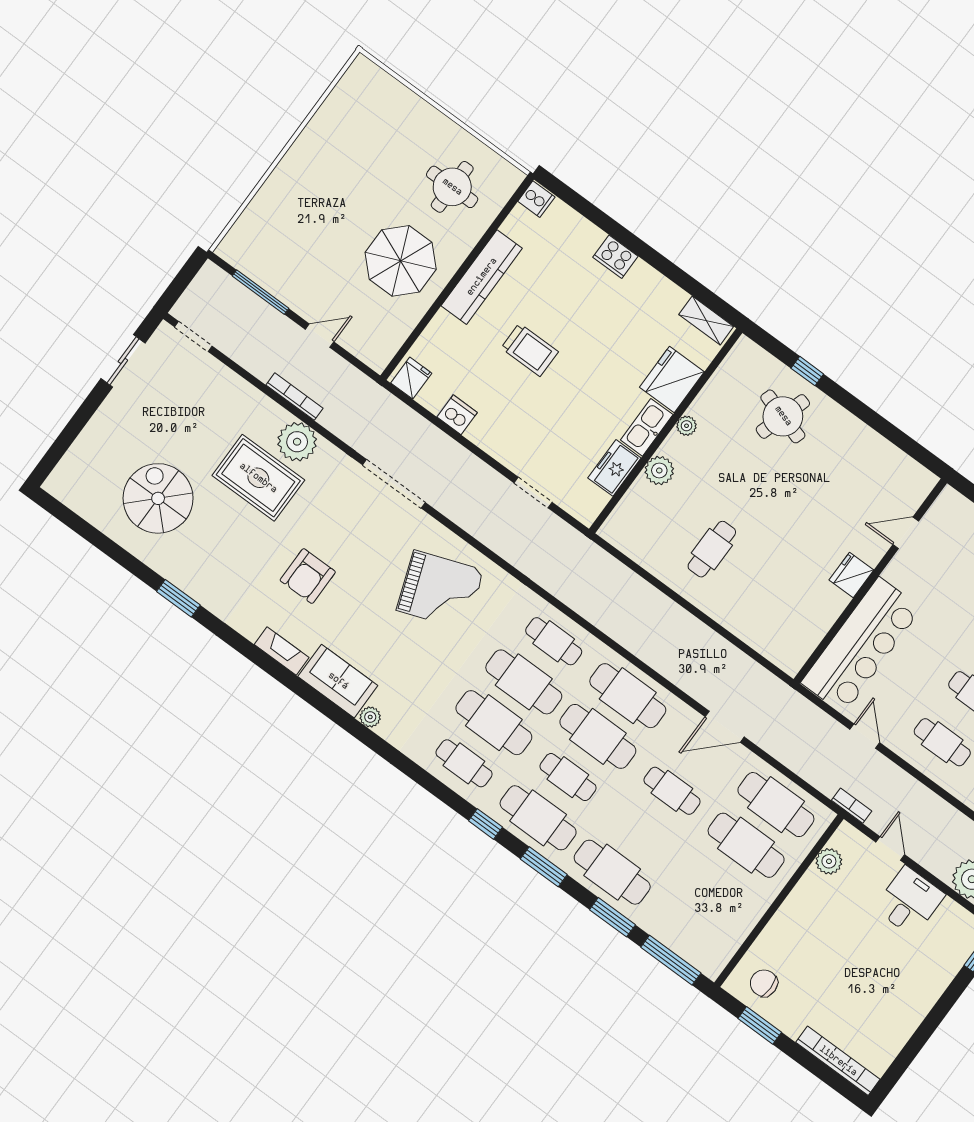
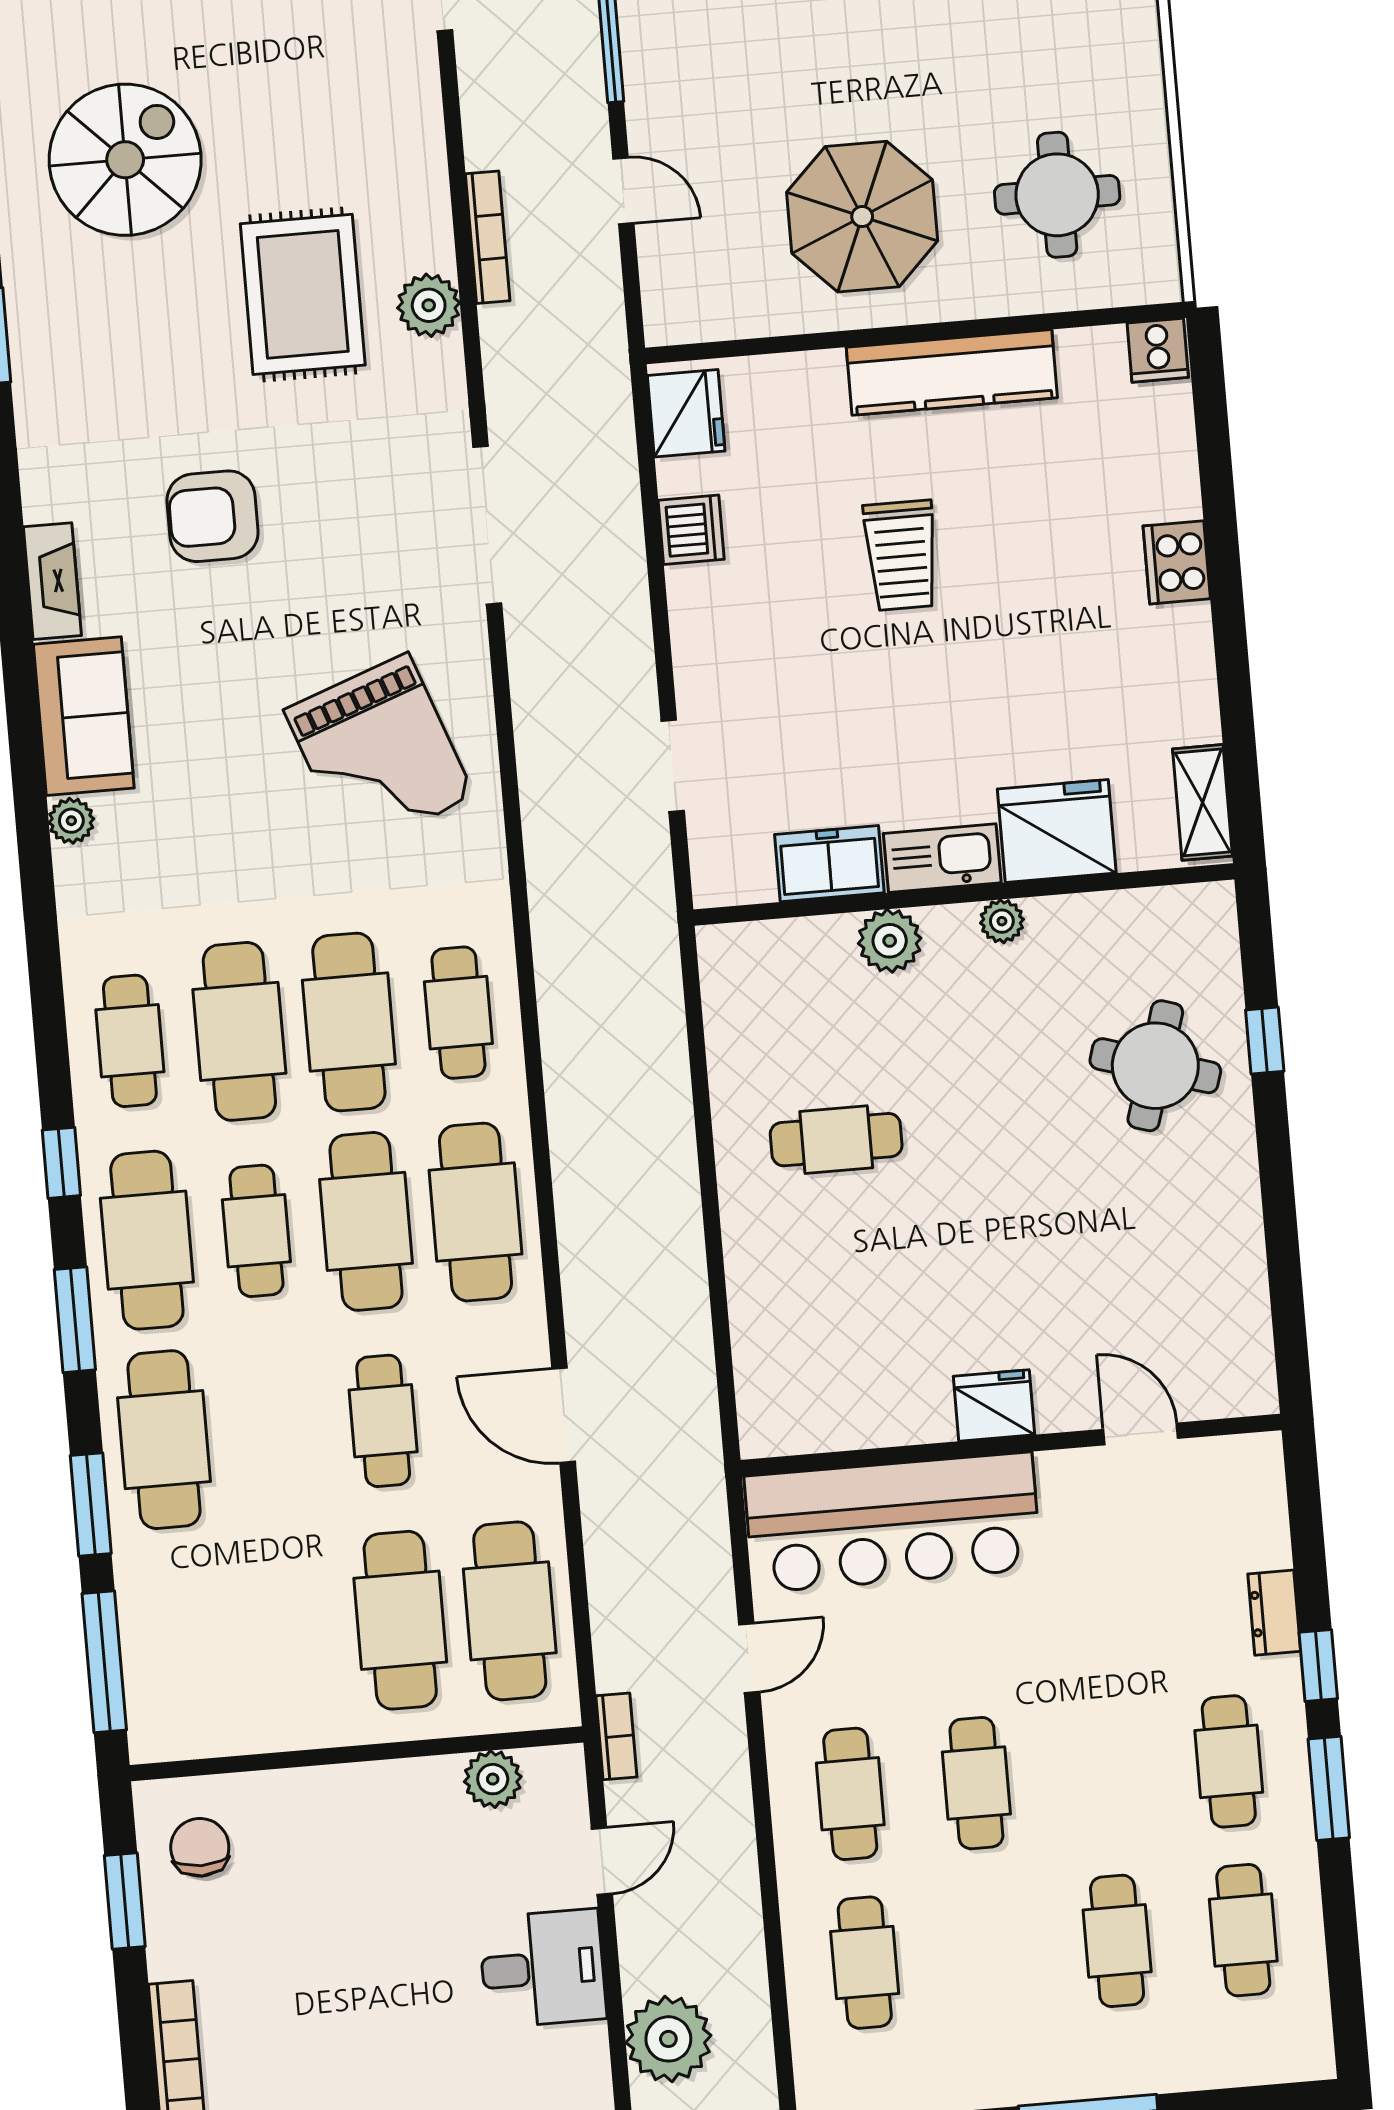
fridge: (411, 378) -> (686, 413), width x1.38
plant: (297, 442) -> (429, 305), width x0.73, depth x0.73

